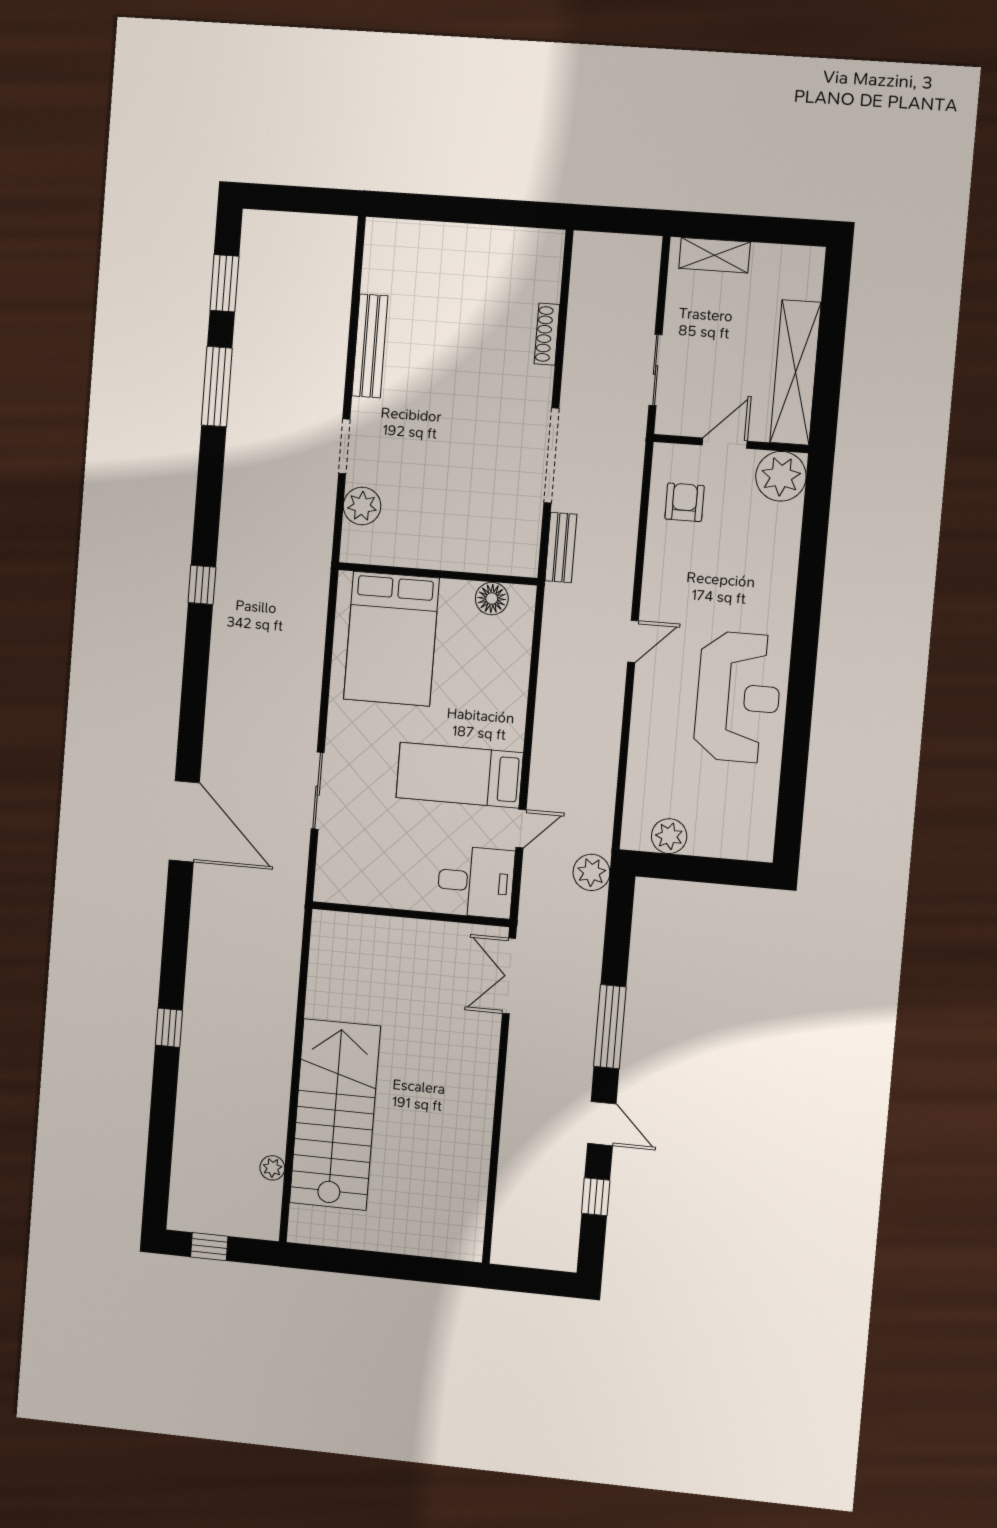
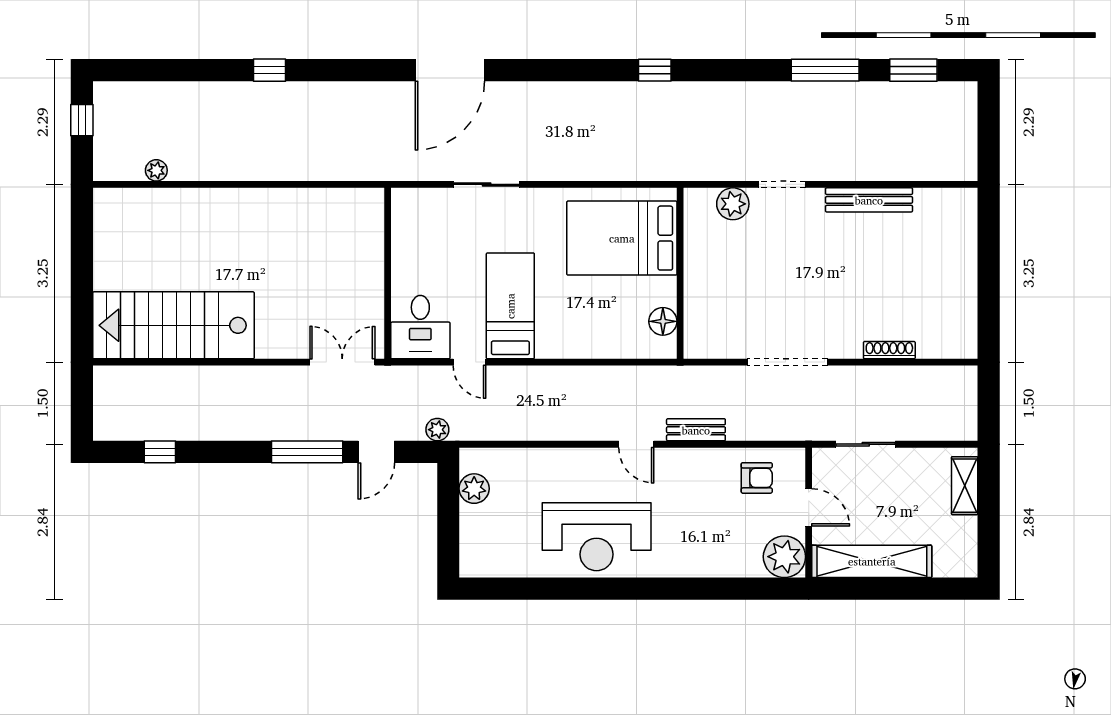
bench: (561, 548) -> (696, 430), moved
plant: (591, 872) -> (437, 430), width x0.73, depth x0.73
stairs: (335, 1115) -> (173, 325), moved, turned 180
door: (602, 1124) -> (376, 452), moved

